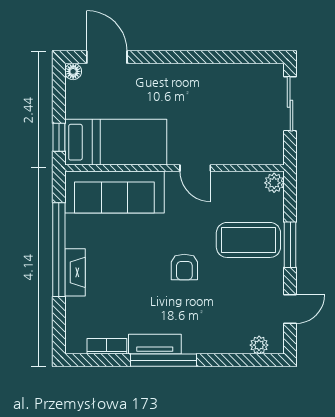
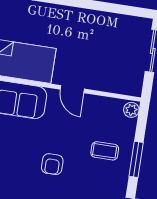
coffee table: (248, 240) -> (105, 151), width x0.54, depth x0.58

